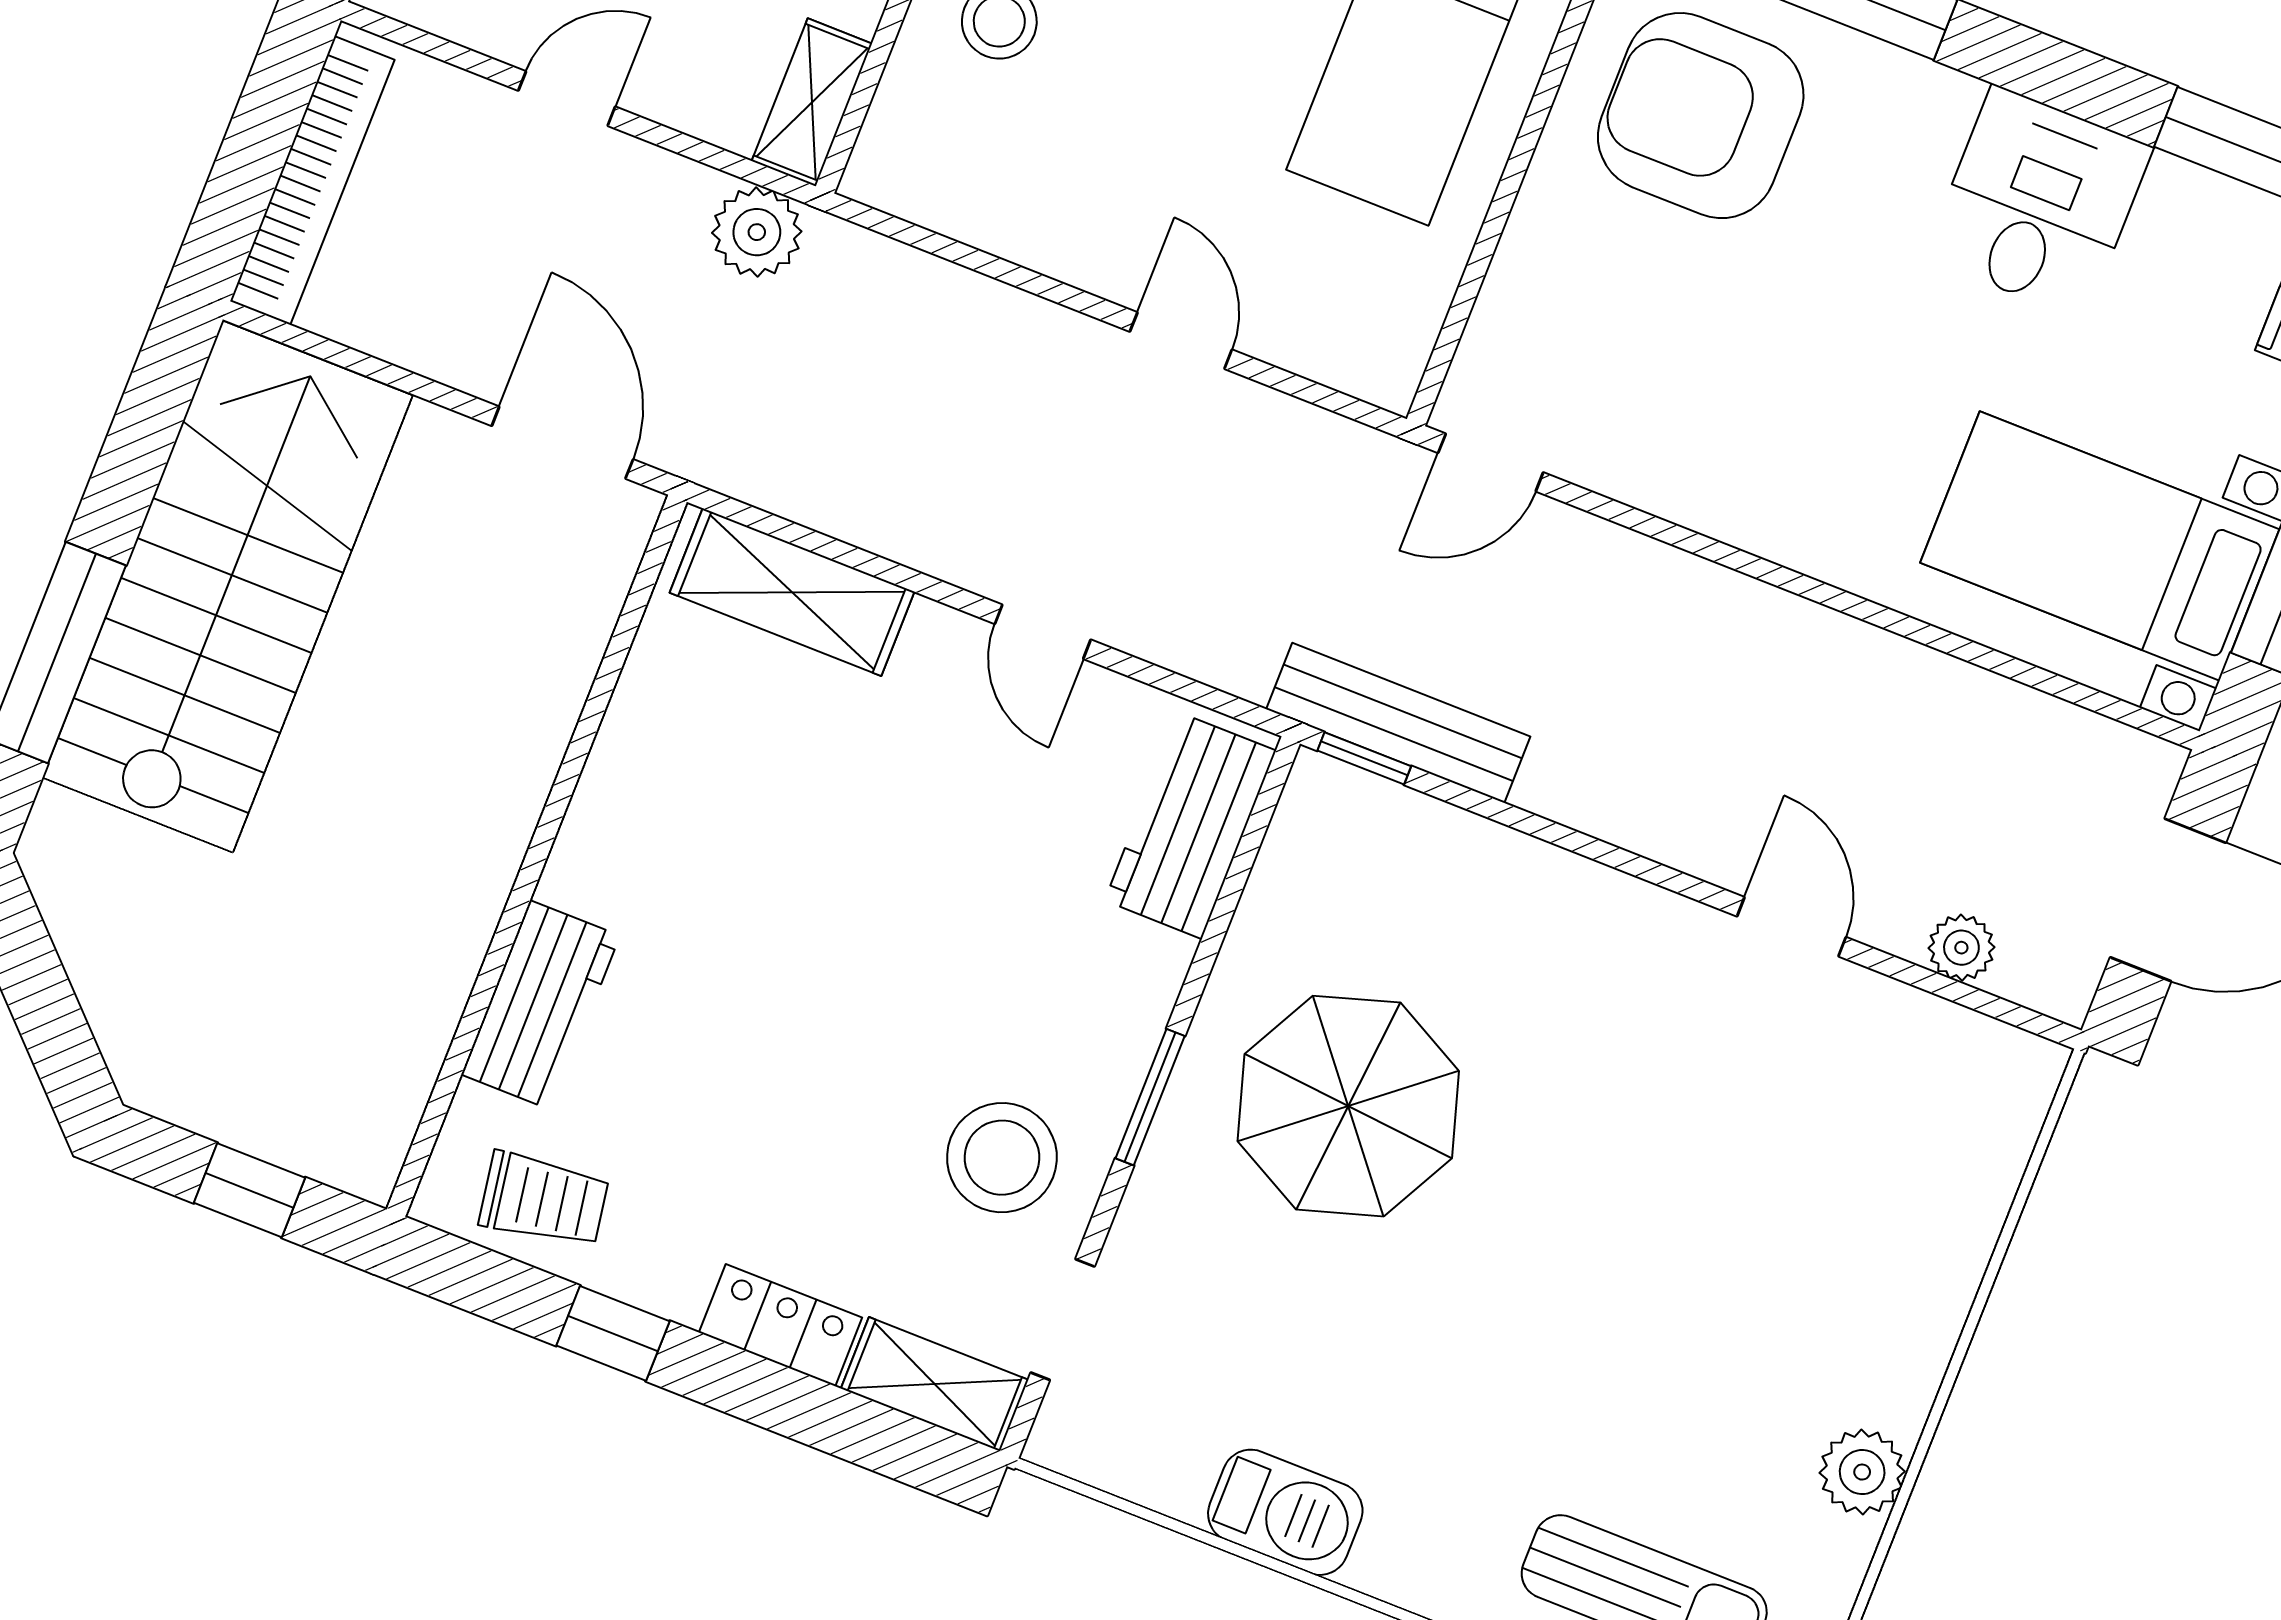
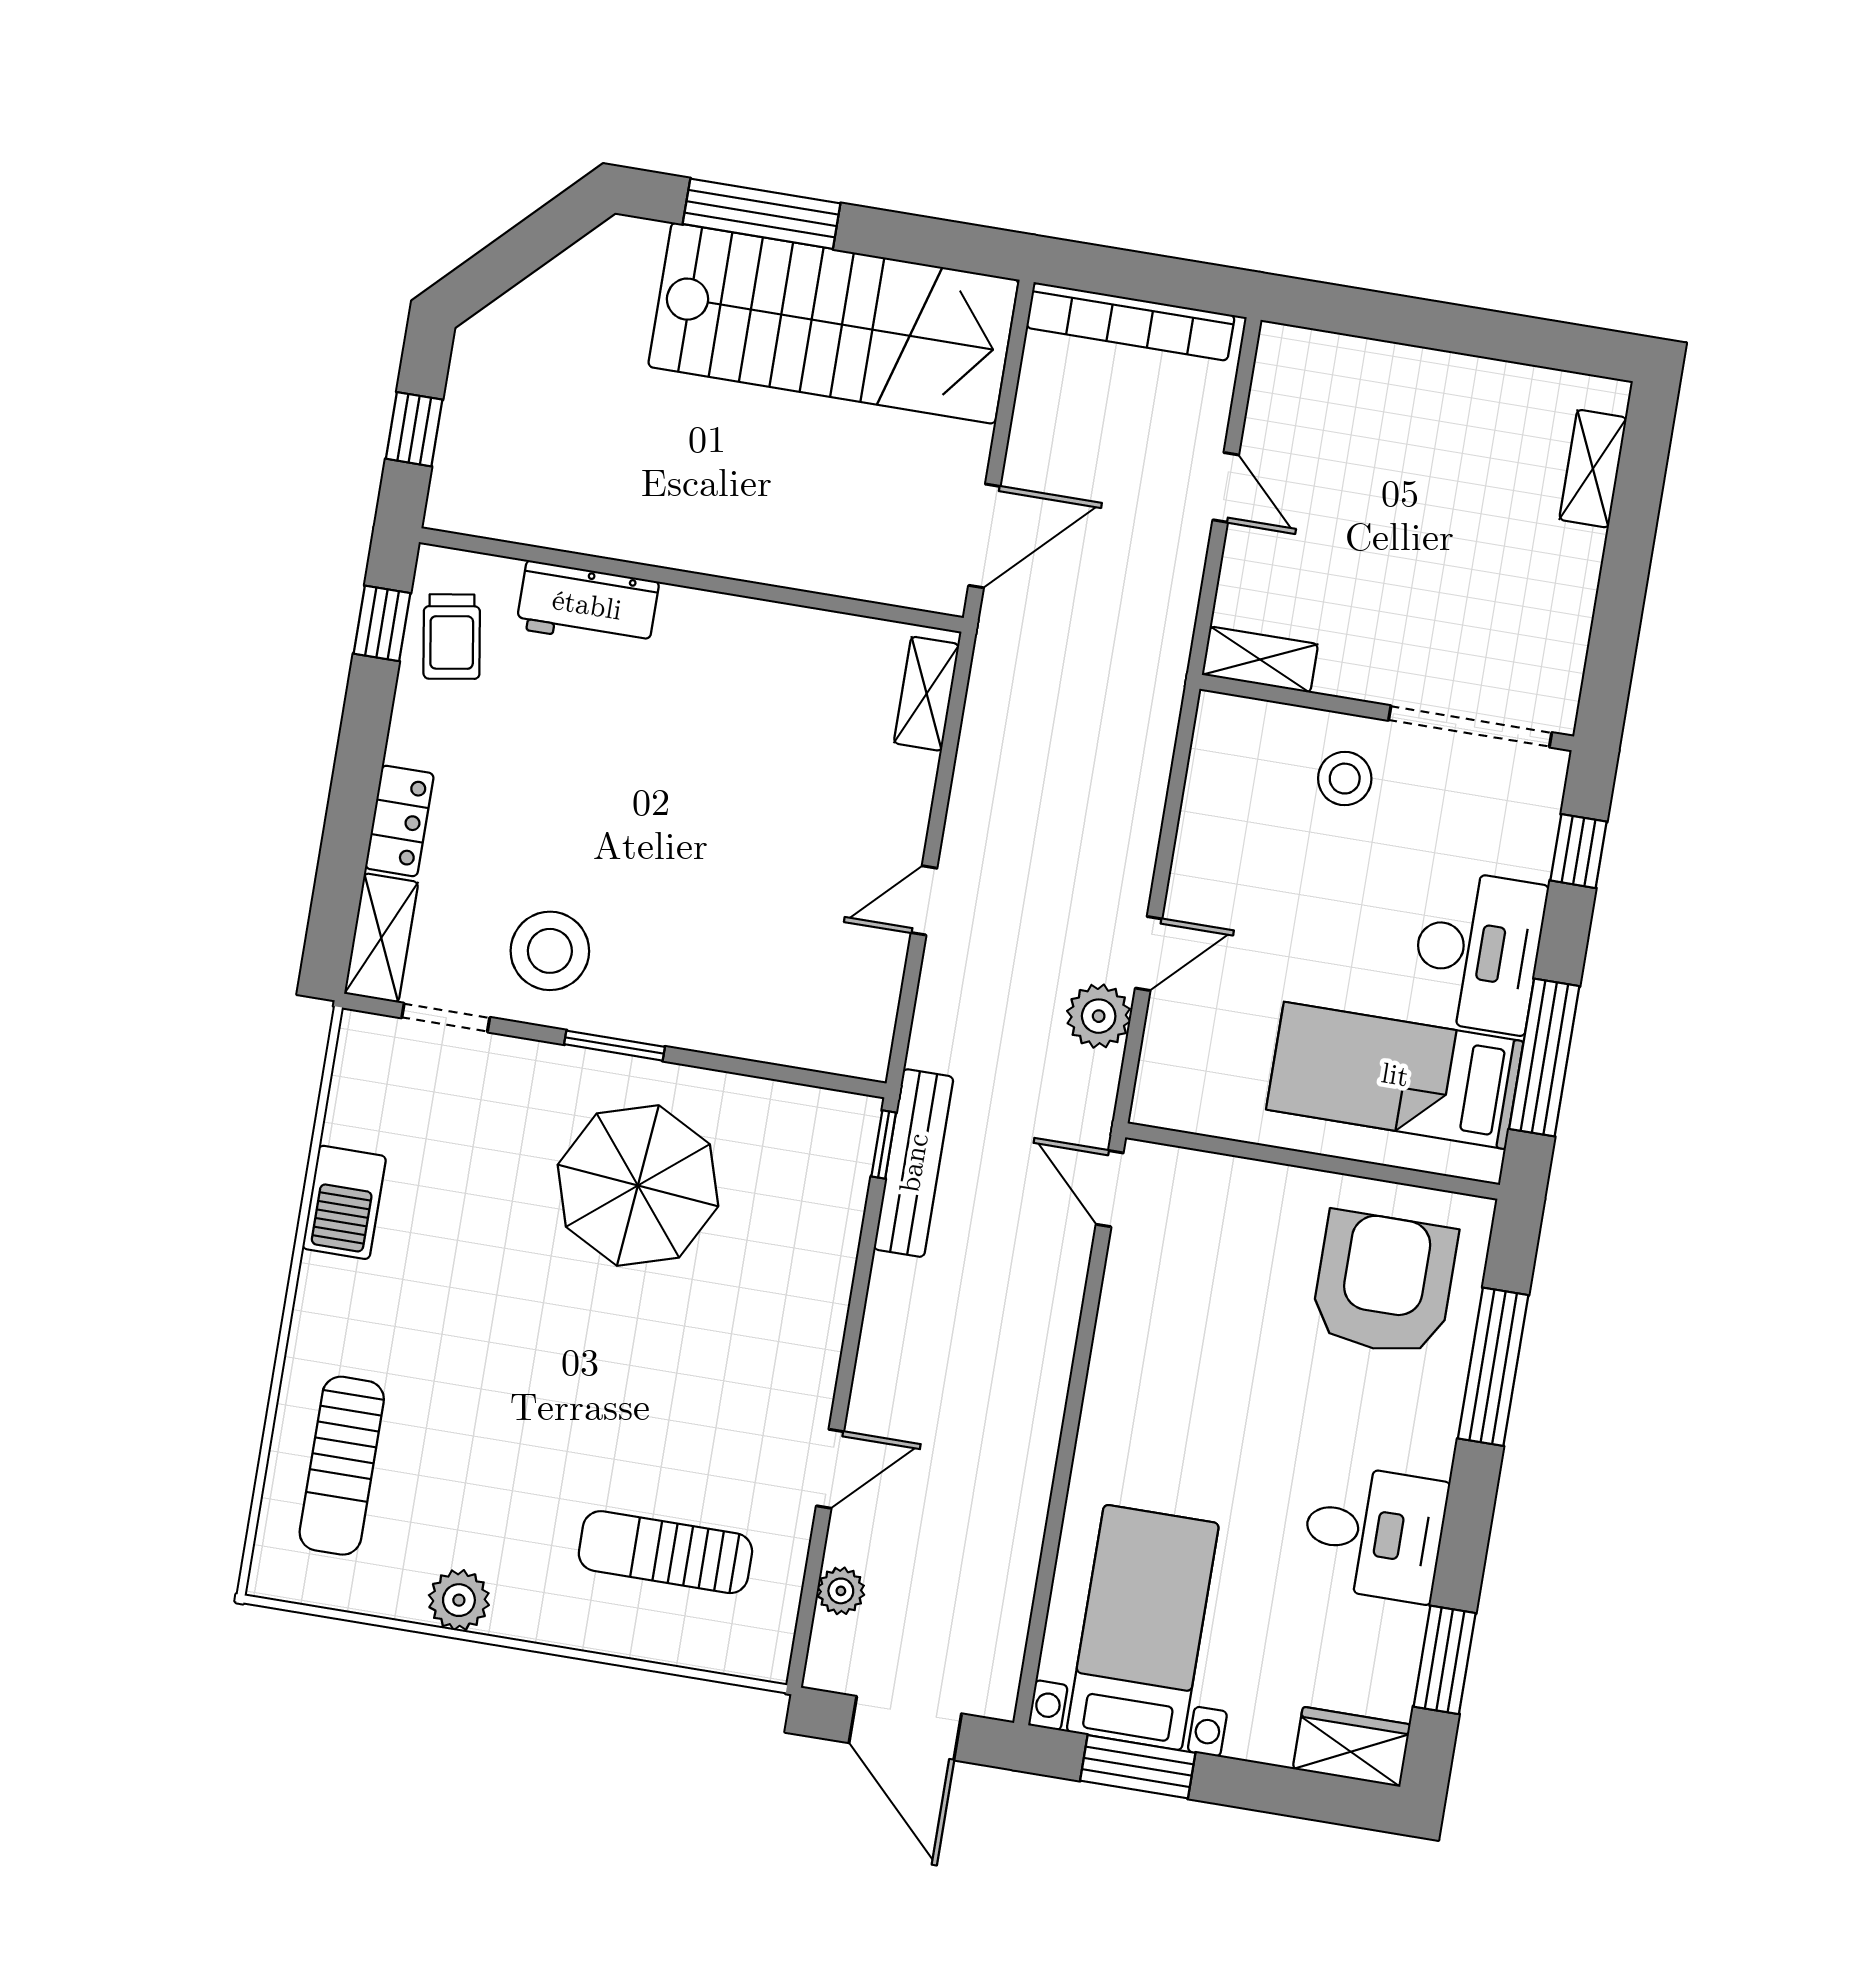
plant: (757, 232) -> (1099, 1016), moved
shelving: (792, 592) -> (927, 694), width x0.67, depth x0.75
workbench: (1190, 826) -> (811, 1033), removed
sun lounger: (1857, 1176) -> (665, 1552), added
window: (613, 1333) -> (382, 623), moved

